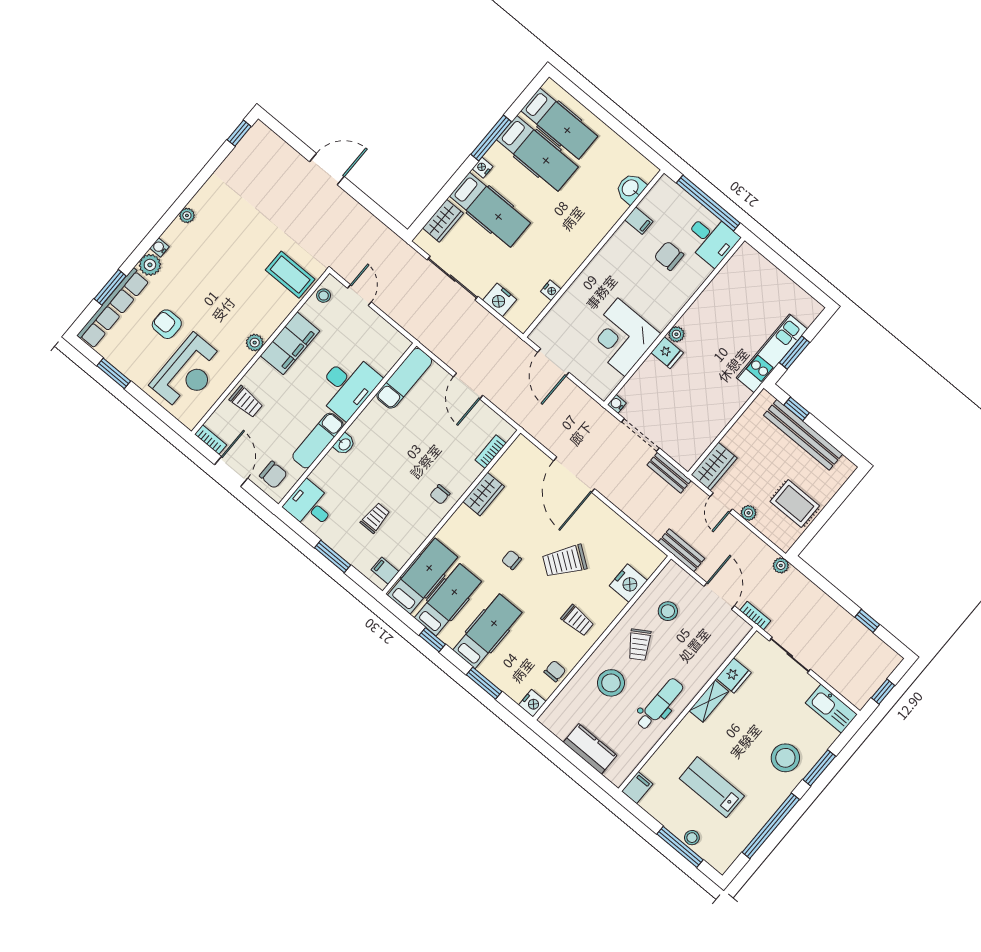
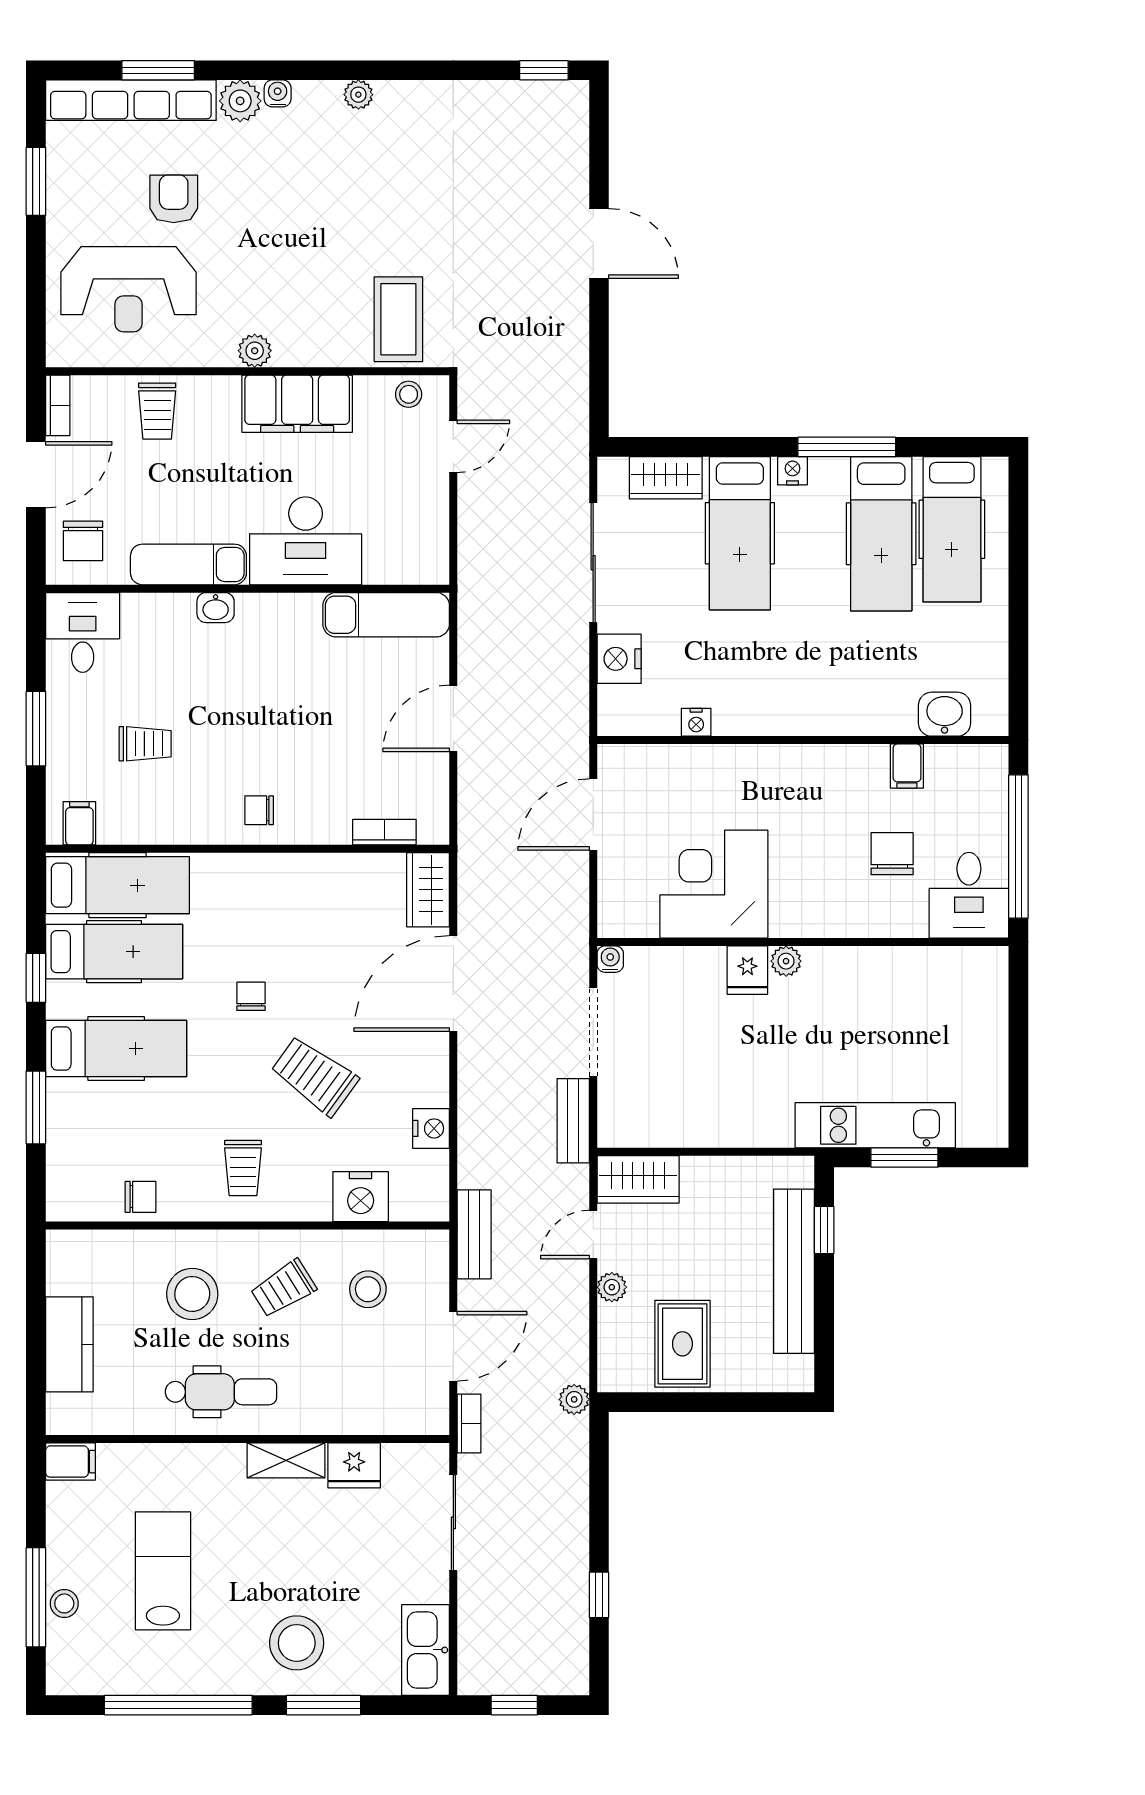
wardrobe: (484, 494) -> (428, 890), moved, turned 90
nightstand: (532, 703) -> (431, 1128), moved, turned -90

